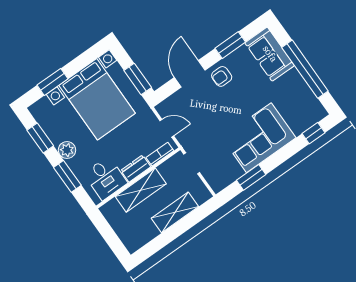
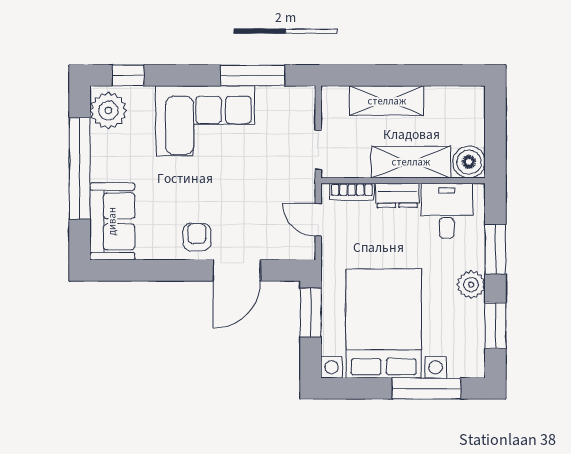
window: (230, 45) -> (156, 270), removed
armchair: (222, 76) -> (197, 237), turned -90
window: (52, 82) -> (426, 388), width x1.44
plant: (311, 108) -> (108, 110), added
window: (251, 177) -> (253, 75), width x1.44
boiler: (112, 211) -> (469, 162), added

